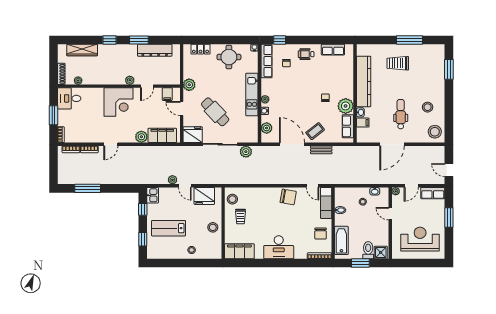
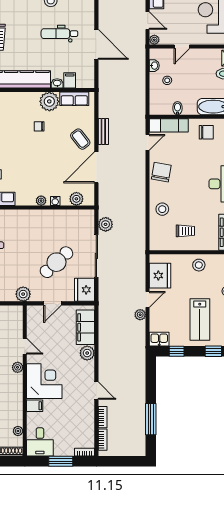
filing cabinet: (167, 94) -> (35, 406), moved
kitchen unit: (252, 94) -> (35, 217), removed
stool: (232, 199) -> (162, 209), moved

